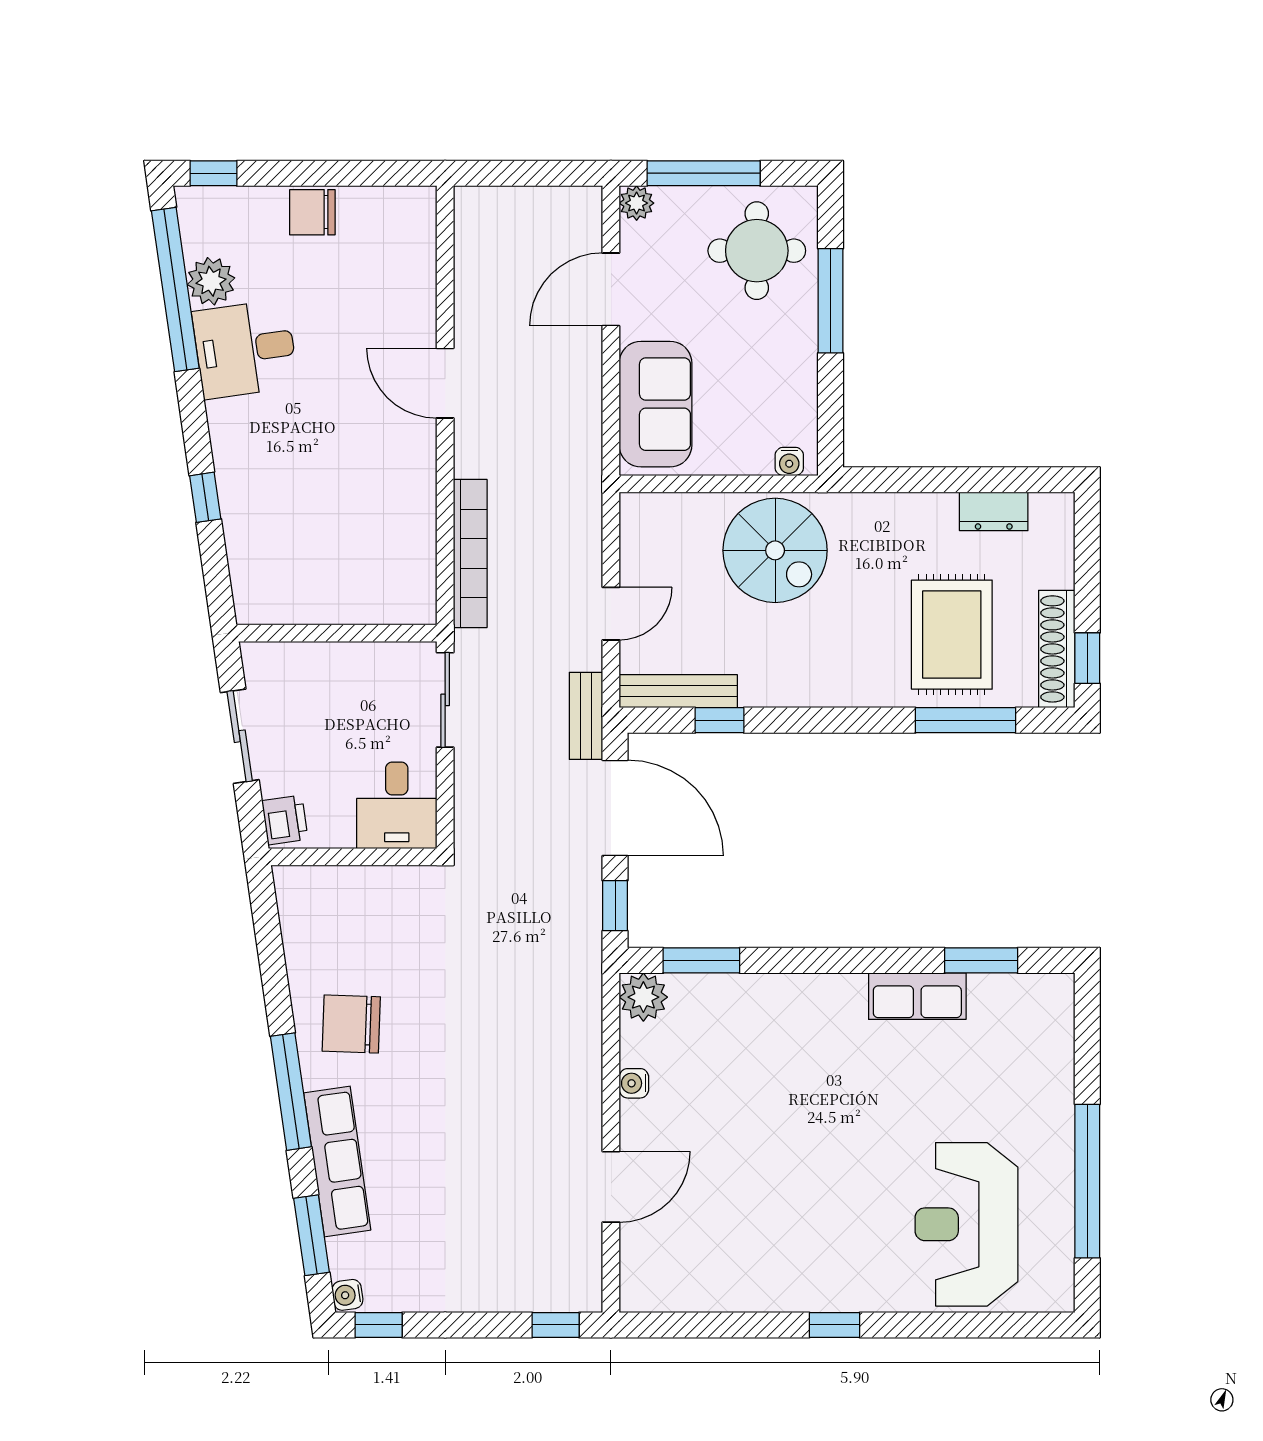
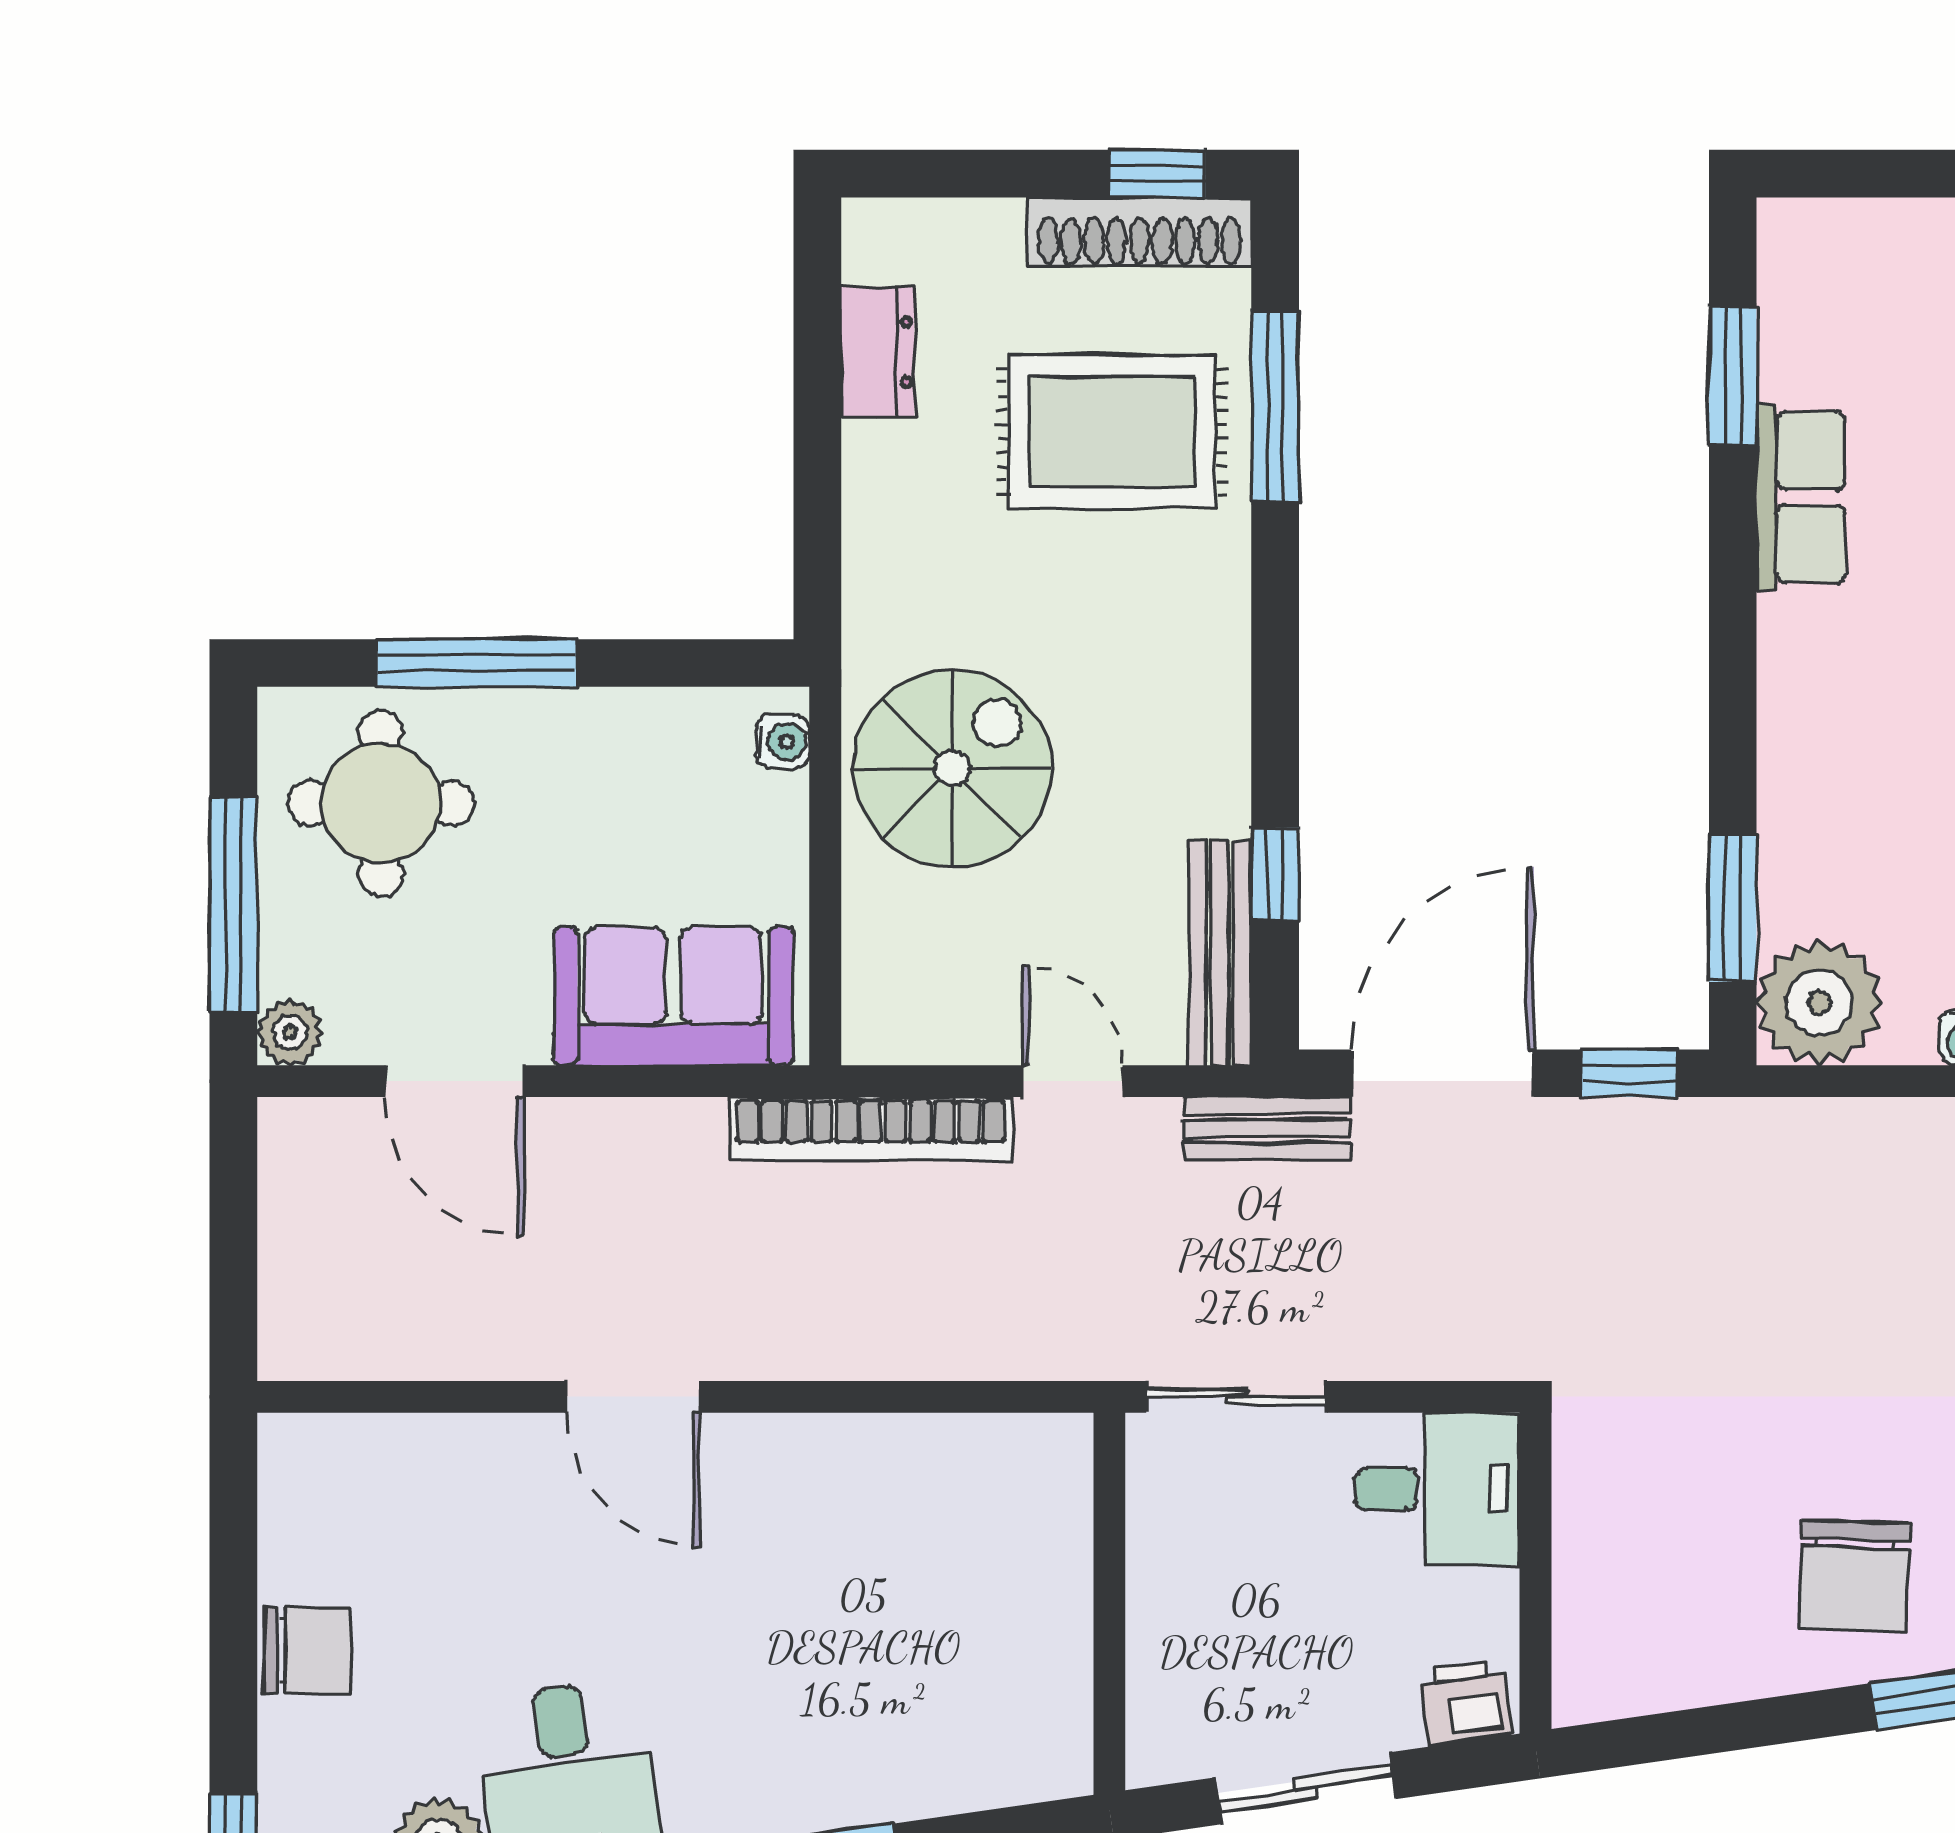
chair: (312, 212) -> (308, 1650), turned -90
door: (445, 383) -> (633, 1397), hinge flipped
bookcase: (470, 554) -> (871, 1129), moved, turned 180
plant: (643, 997) -> (1819, 1002), width x1.36, depth x1.36

